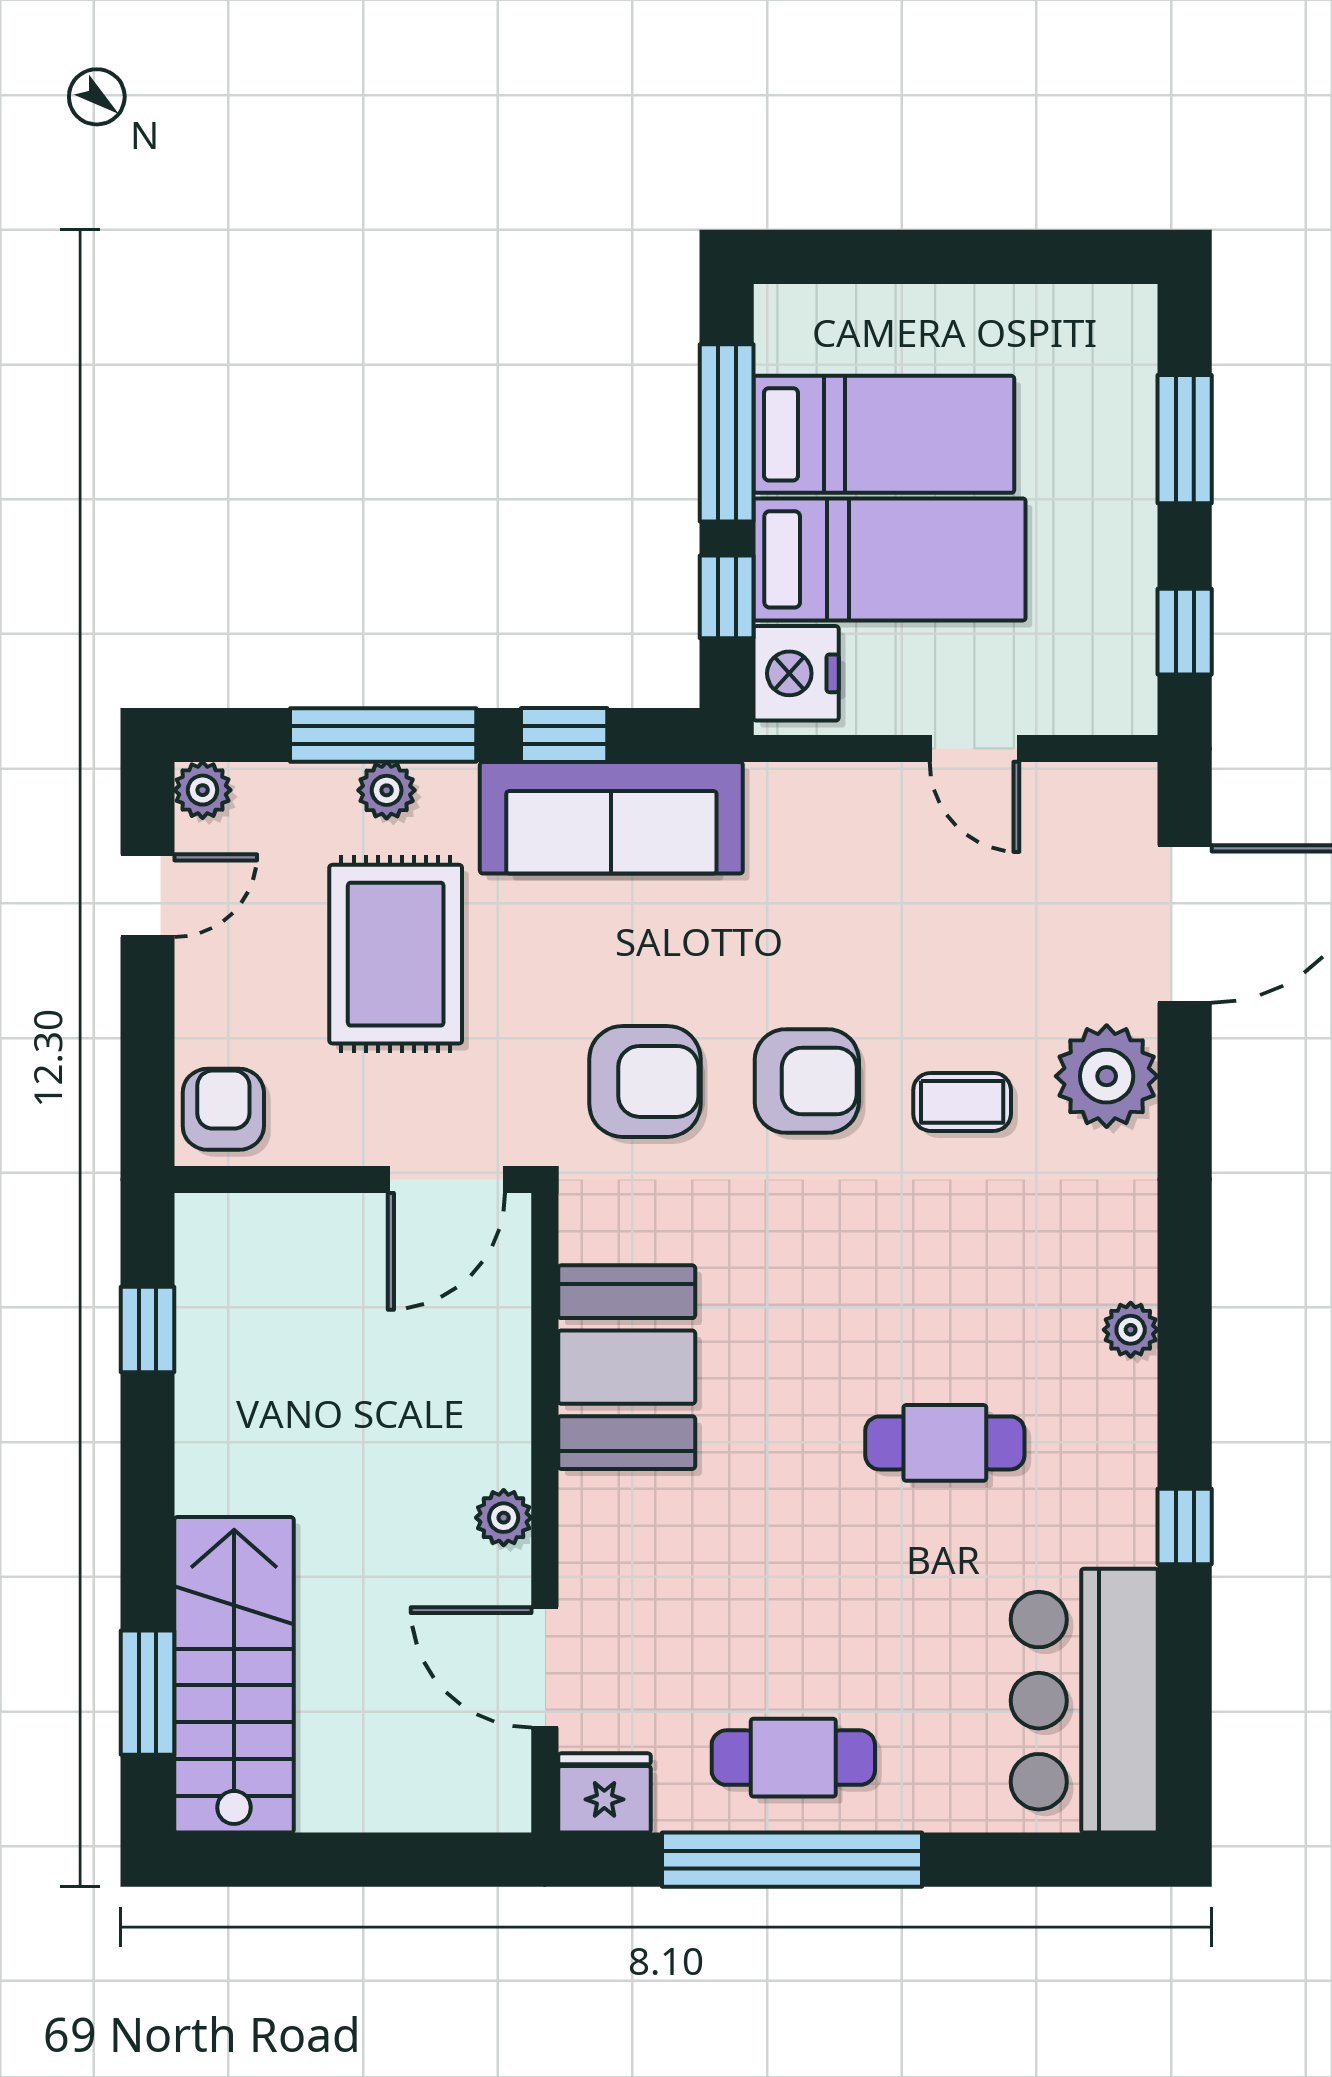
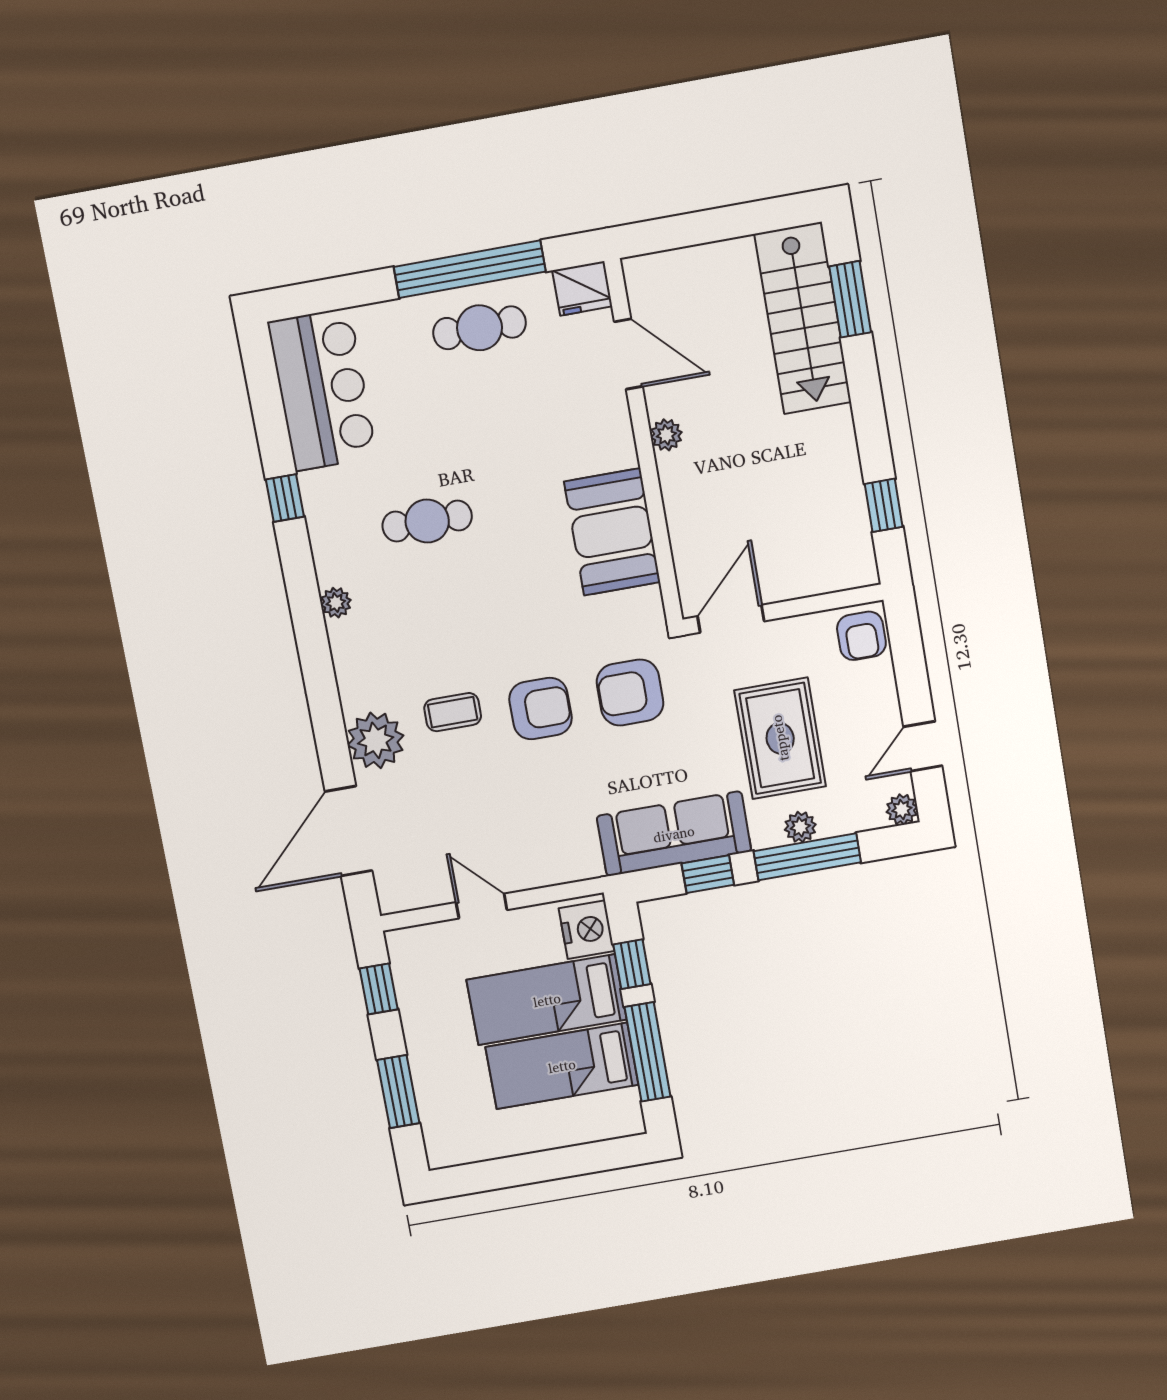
armchair: (807, 1081) -> (541, 709), turned 180

